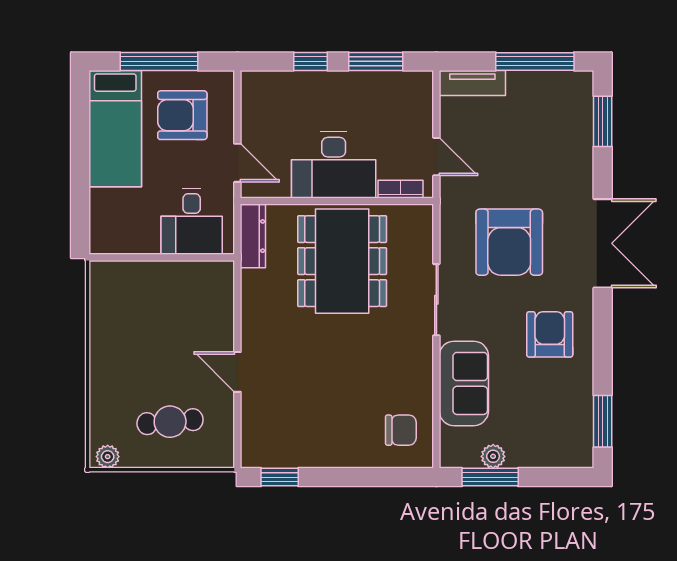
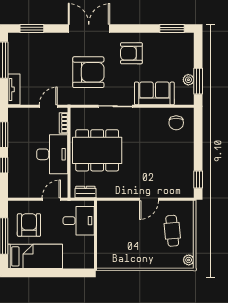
armchair: (182, 115) -> (29, 225), turned 180
dresser: (253, 236) -> (85, 192), width x0.70
chair: (401, 430) -> (176, 123), turned 180

